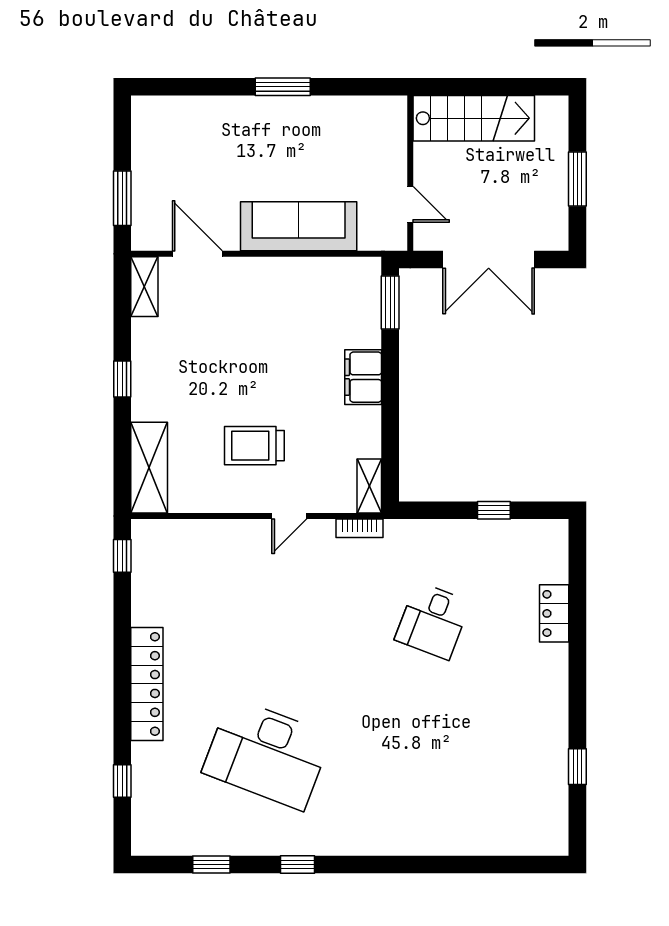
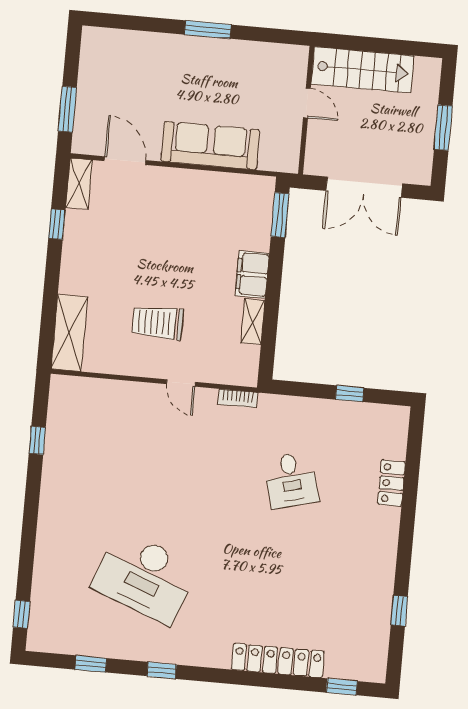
door: (410, 204) -> (307, 103), moved
window: (122, 379) -> (57, 224), moved
shelving: (369, 486) -> (253, 322), moved
door: (289, 516) -> (181, 383), hinge flipped
window: (122, 556) -> (37, 440), moved
desk: (433, 621) -> (291, 480), turned -36
locker: (147, 684) -> (278, 660), moved, turned -90
window: (122, 781) -> (21, 614), moved
window: (516, 864) -> (342, 687), added

